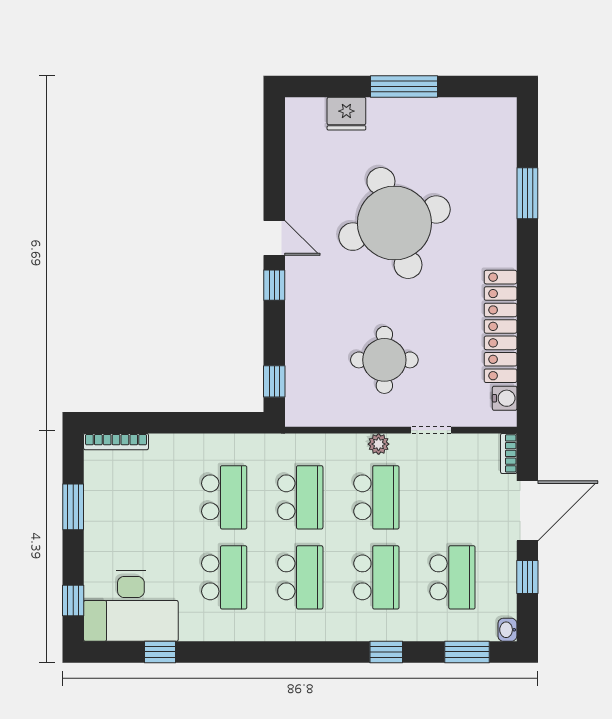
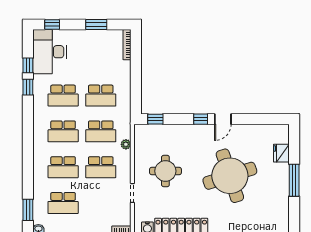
plant: (379, 444) -> (126, 144), moved
window: (386, 652) -> (28, 87), moved

